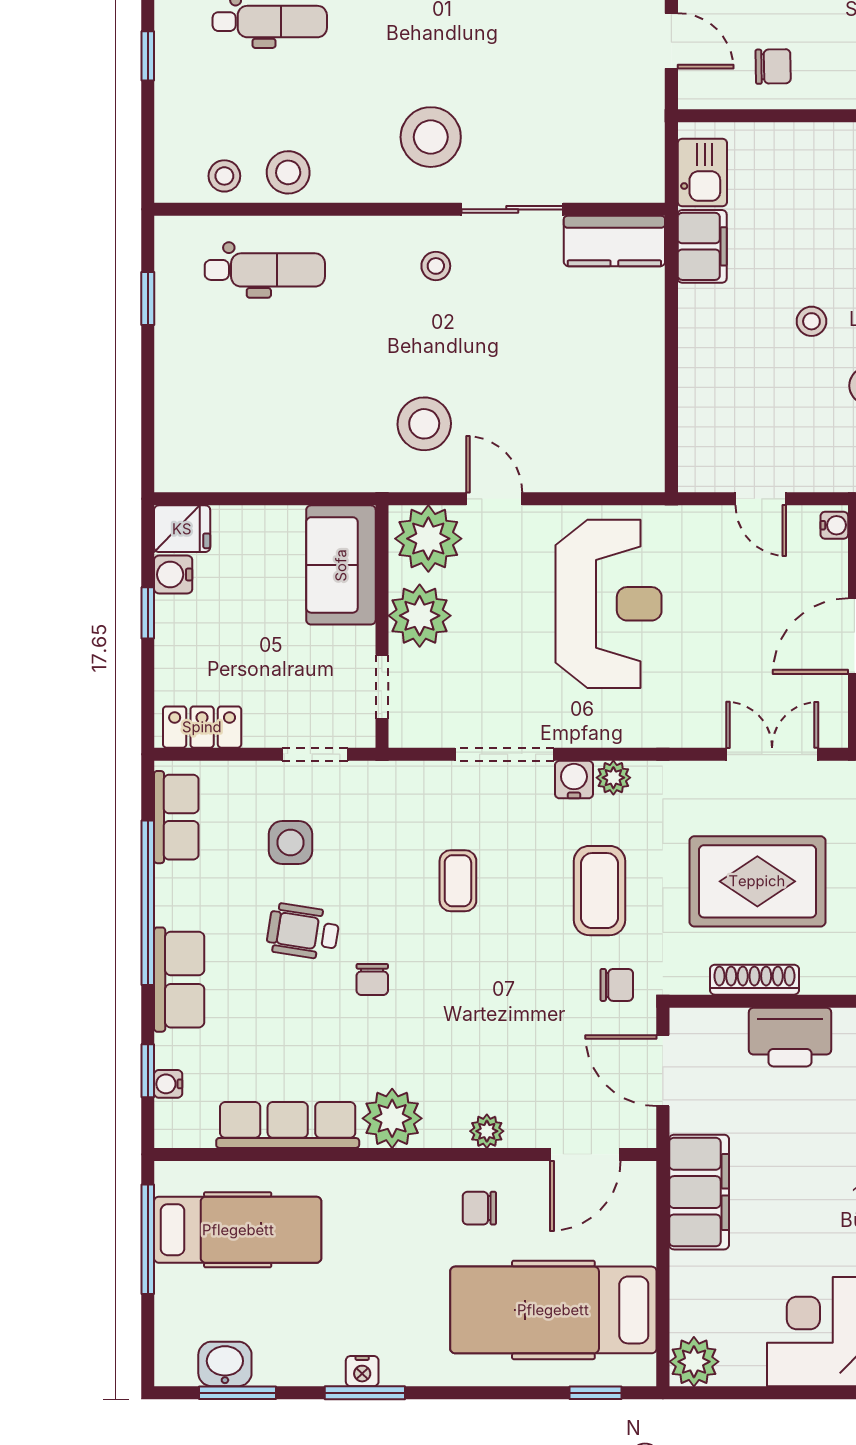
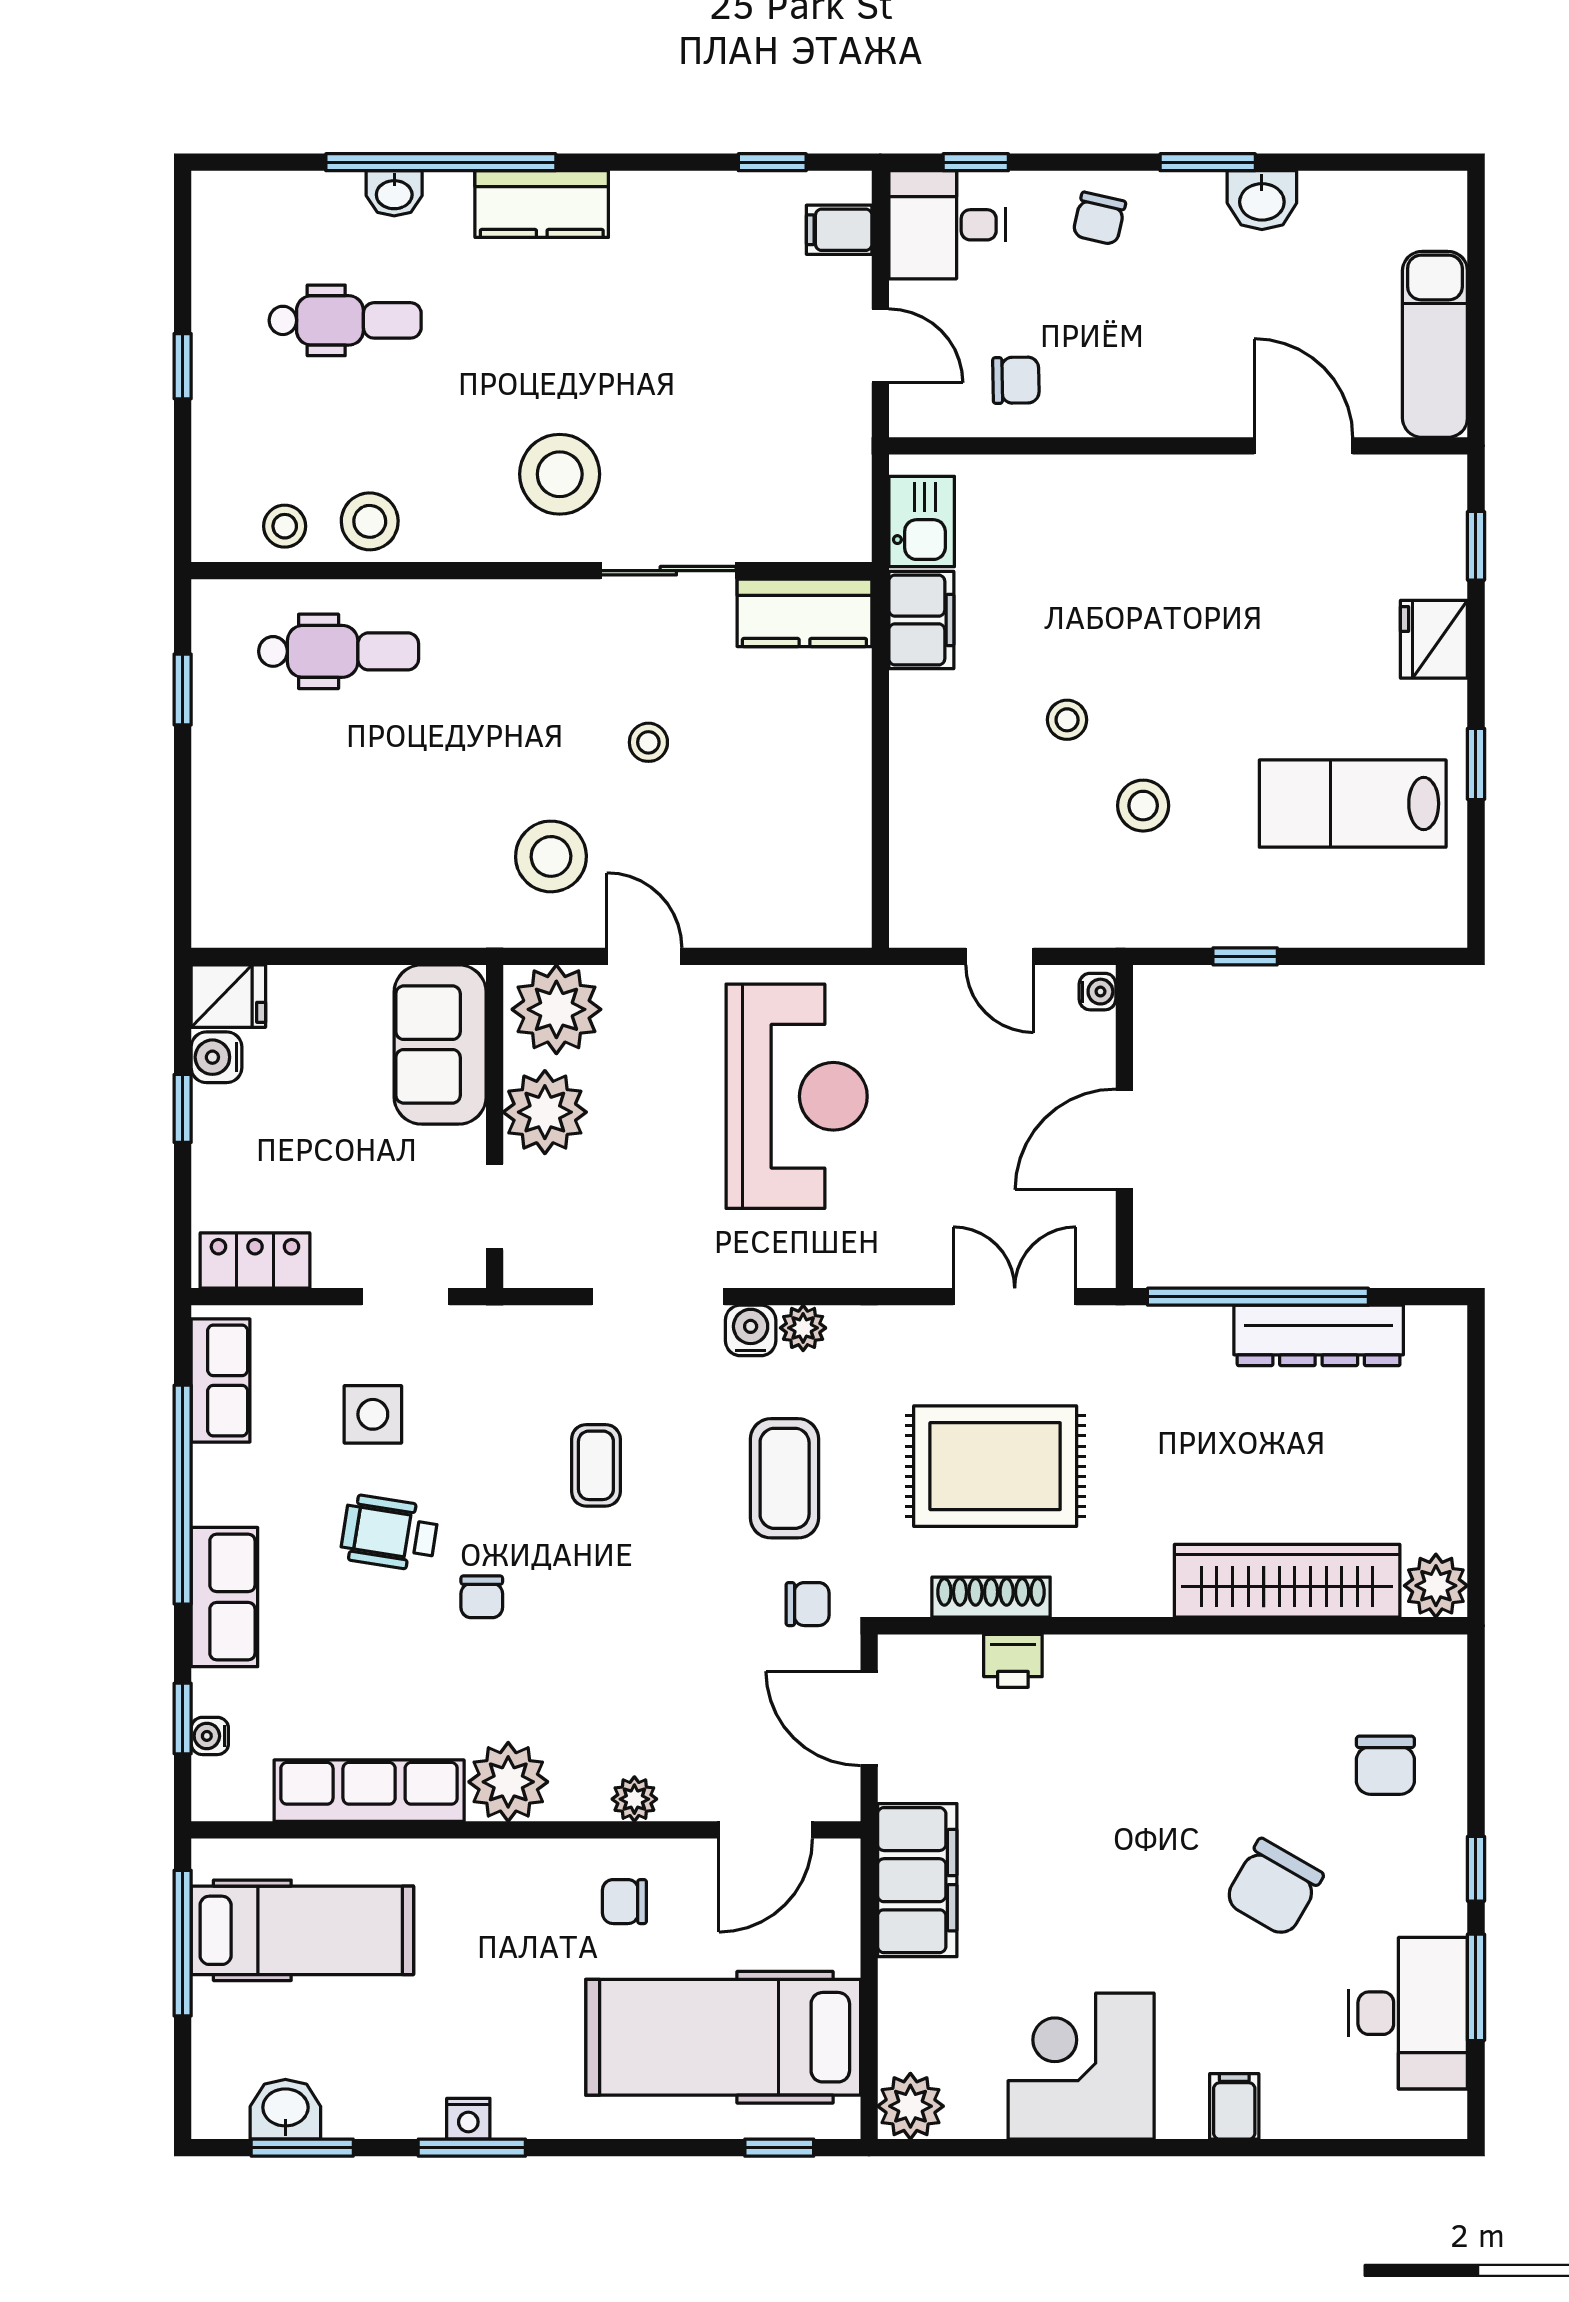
stool: (436, 266) -> (648, 742), moved
printer: (790, 1037) -> (1013, 1661), width x0.53, depth x0.68

